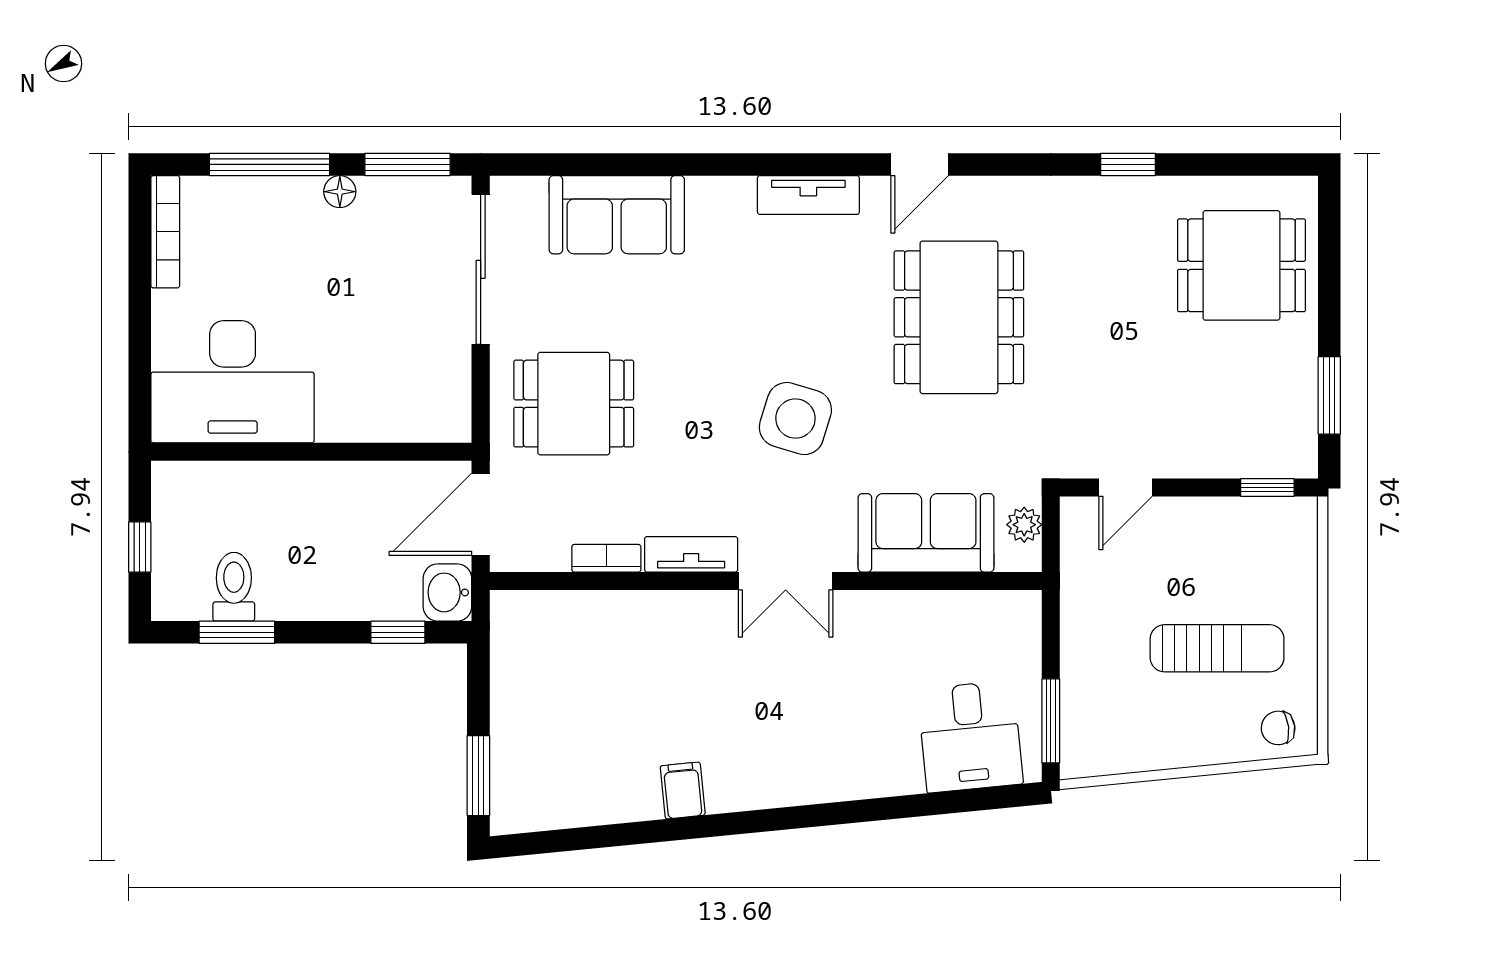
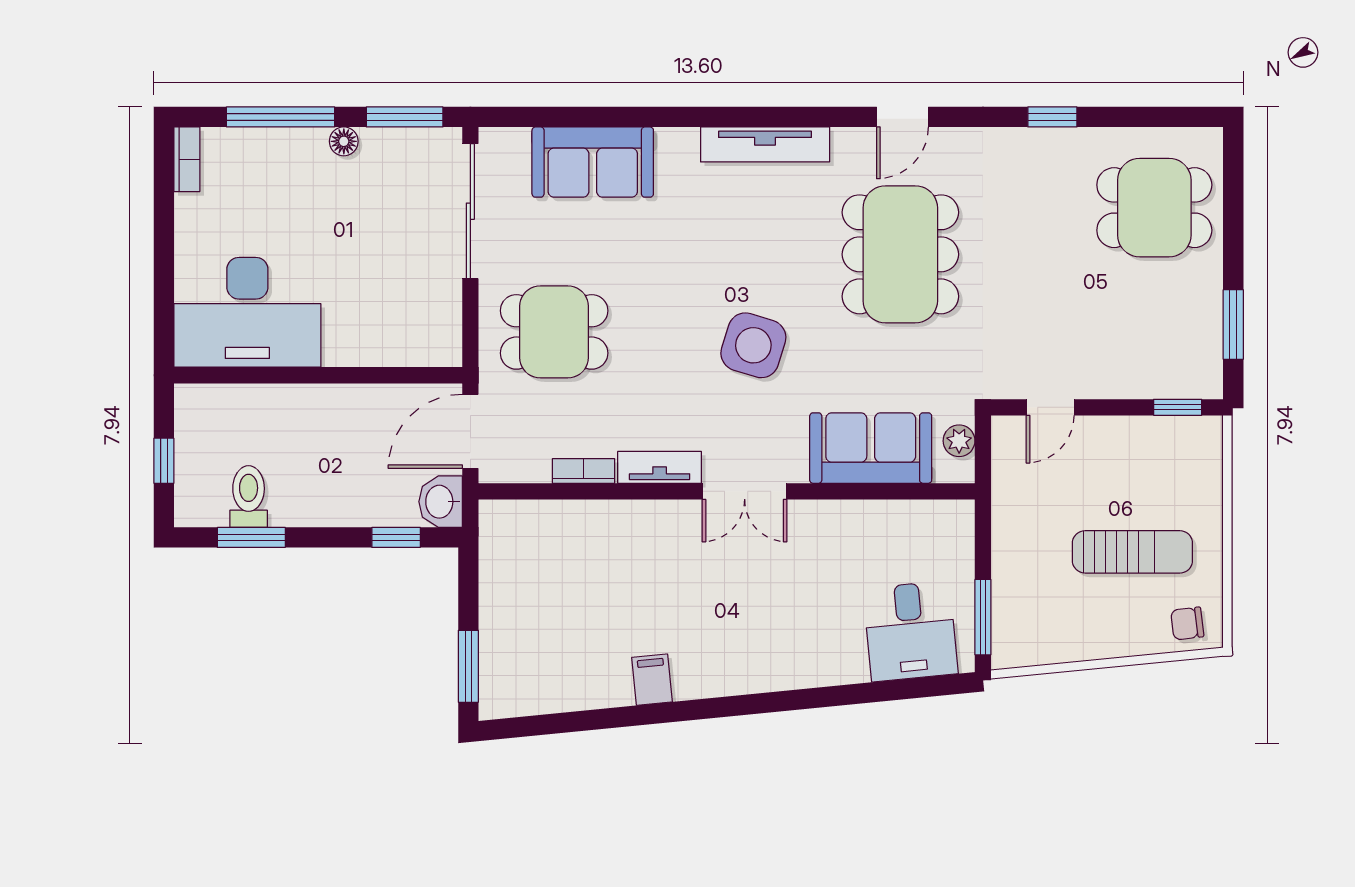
door: (920, 164) -> (902, 117), moved
tv unit: (808, 195) -> (765, 144), width x1.41
bookcase: (165, 232) -> (187, 159), width x0.64

